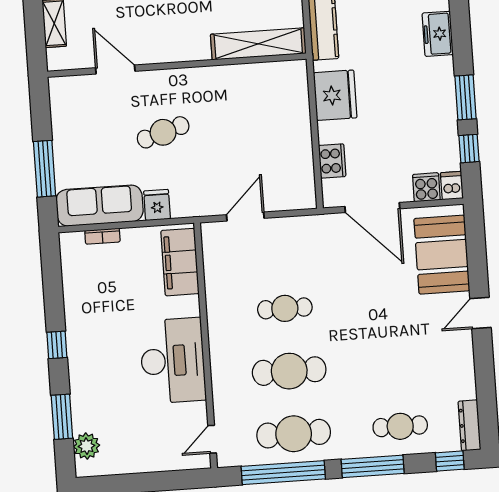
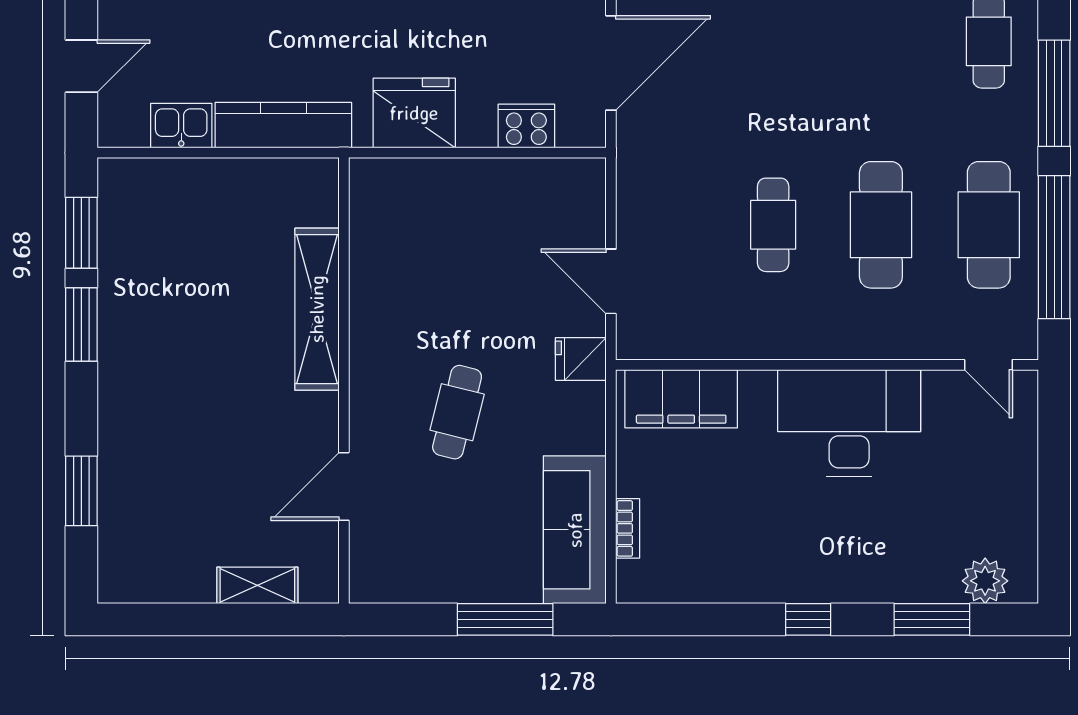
shelving: (258, 44) -> (317, 309), moved
cafe table: (163, 132) -> (457, 412), turned 31
fridge: (157, 205) -> (581, 359), moved

